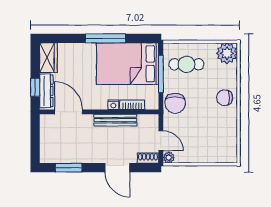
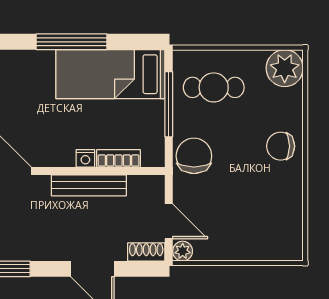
bed: (128, 64) -> (110, 74), width x0.67
chair: (175, 103) -> (194, 156), turned 180

